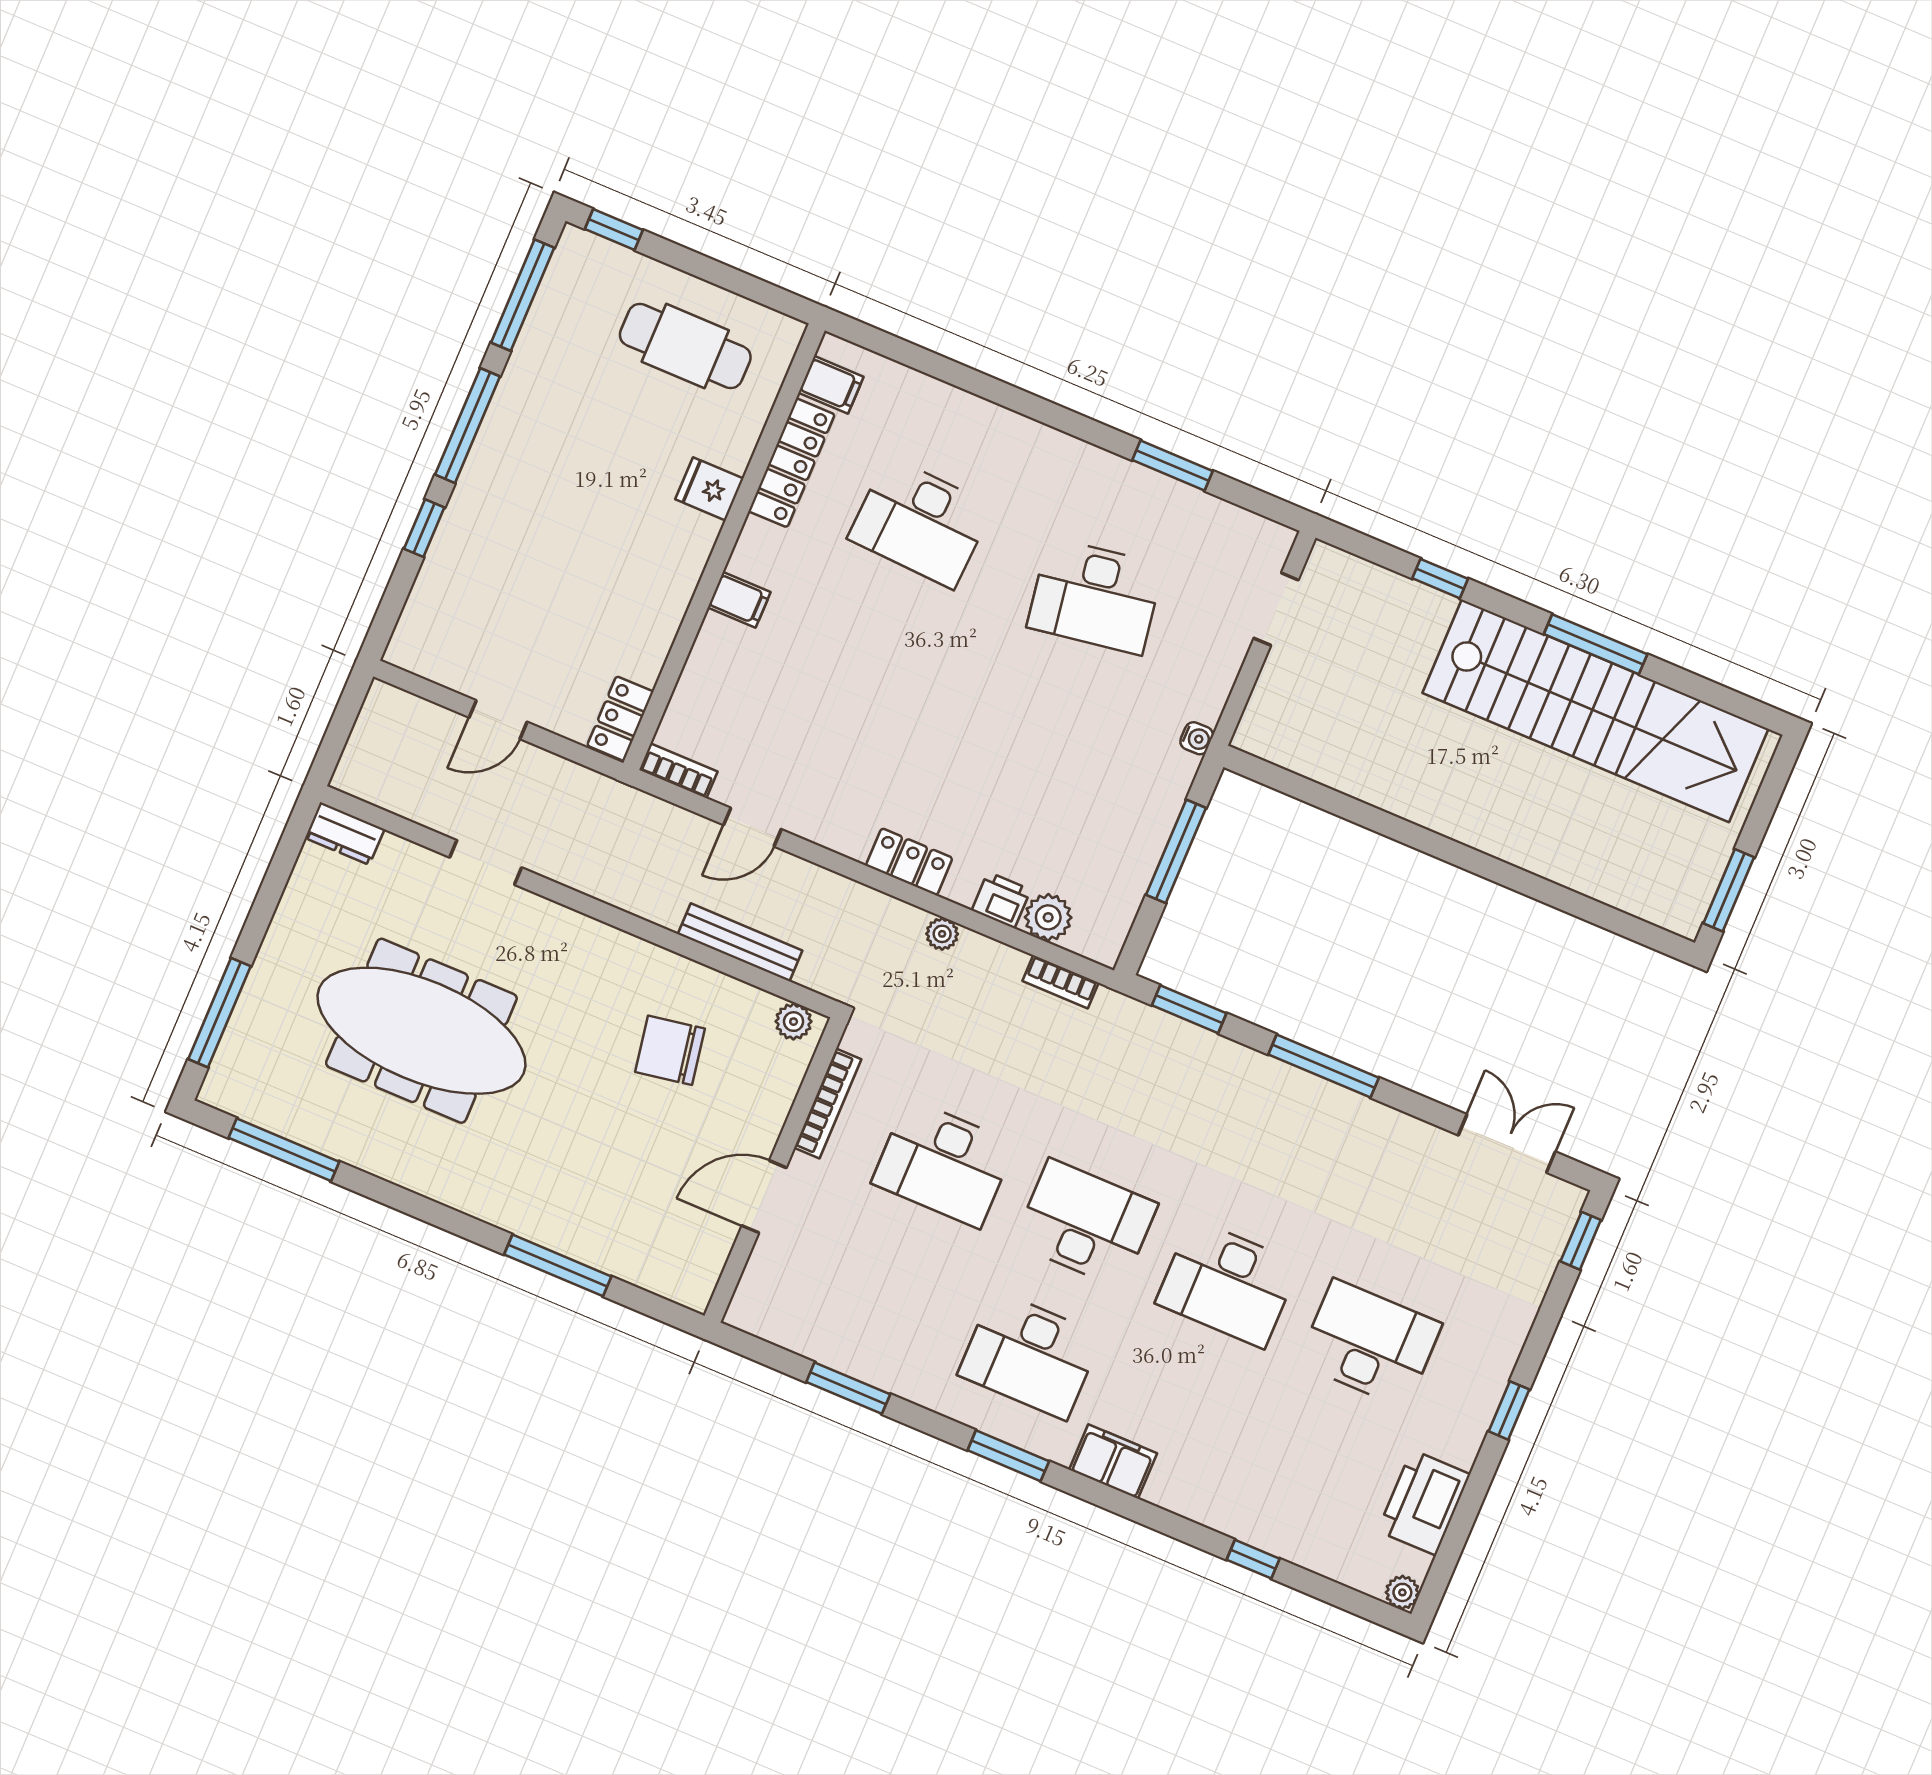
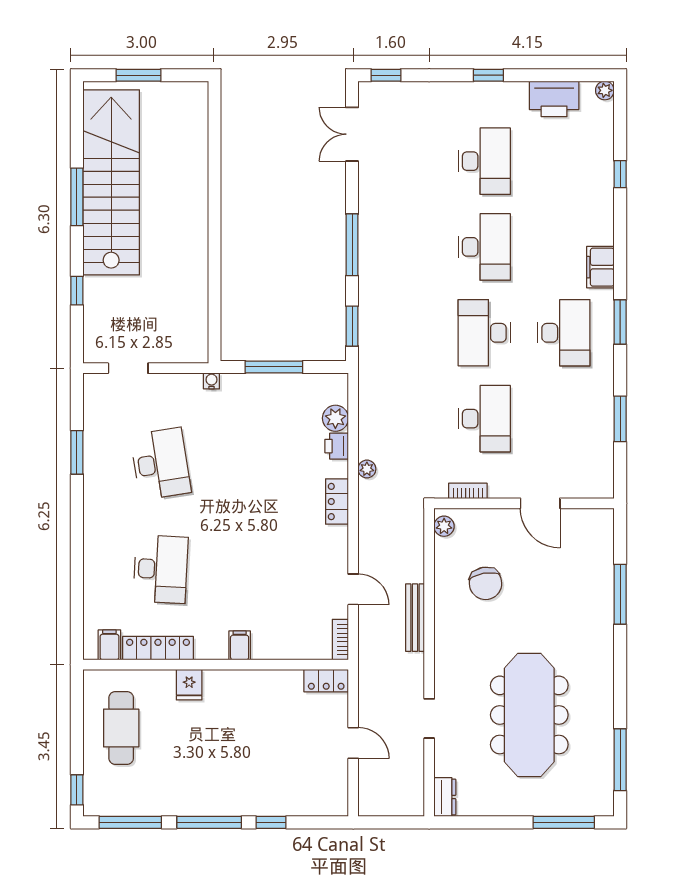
window: (1729, 890) -> (138, 75), moved
bench: (740, 942) -> (415, 618), moved
bookcase: (1061, 982) -> (366, 398), removed
bookcase: (828, 1103) -> (468, 491), width x0.64
desk: (1370, 1343) -> (484, 161), turned 180

